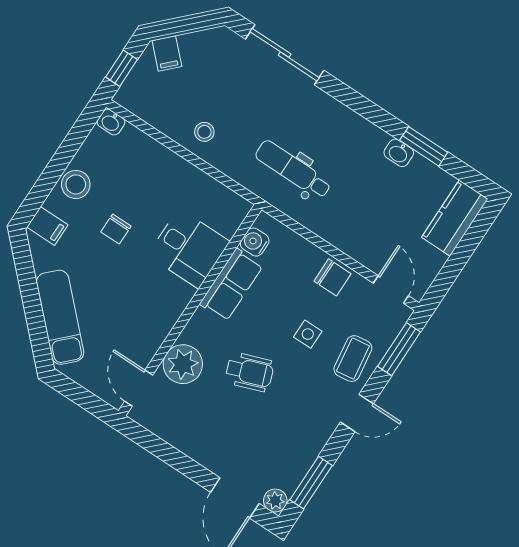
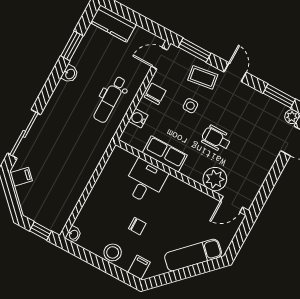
filing cabinet: (167, 53) -> (21, 177), moved
stool: (204, 132) -> (74, 178), removed
washbasin: (399, 153) -> (70, 74), moved
dental chair: (293, 170) -> (110, 99), moved
water cooler: (255, 242) -> (138, 118), moved, turned 90
wheelchair: (250, 372) -> (216, 139), turned -70

